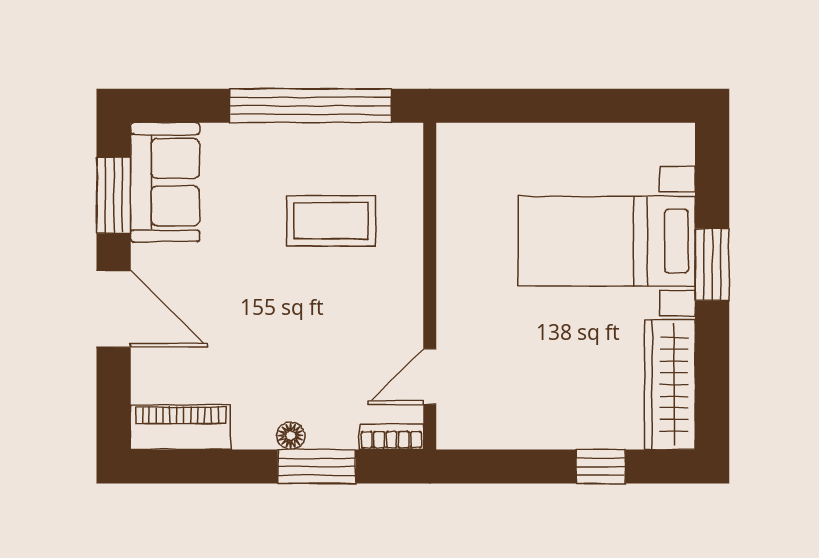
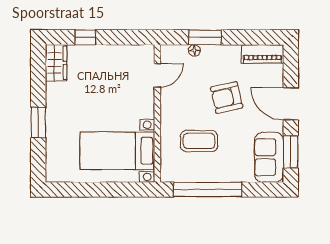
bed with nightstands: (607, 241) -> (117, 151), moved, turned 180
armchair: (266, 324) -> (227, 97), added
wardrobe: (670, 384) -> (56, 63), width x0.67
floor lamp: (291, 436) -> (194, 50), moved
bookcase: (391, 437) -> (174, 50), removed

